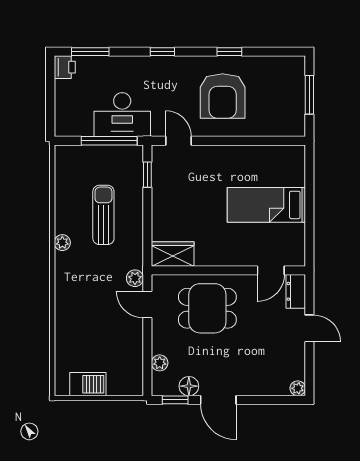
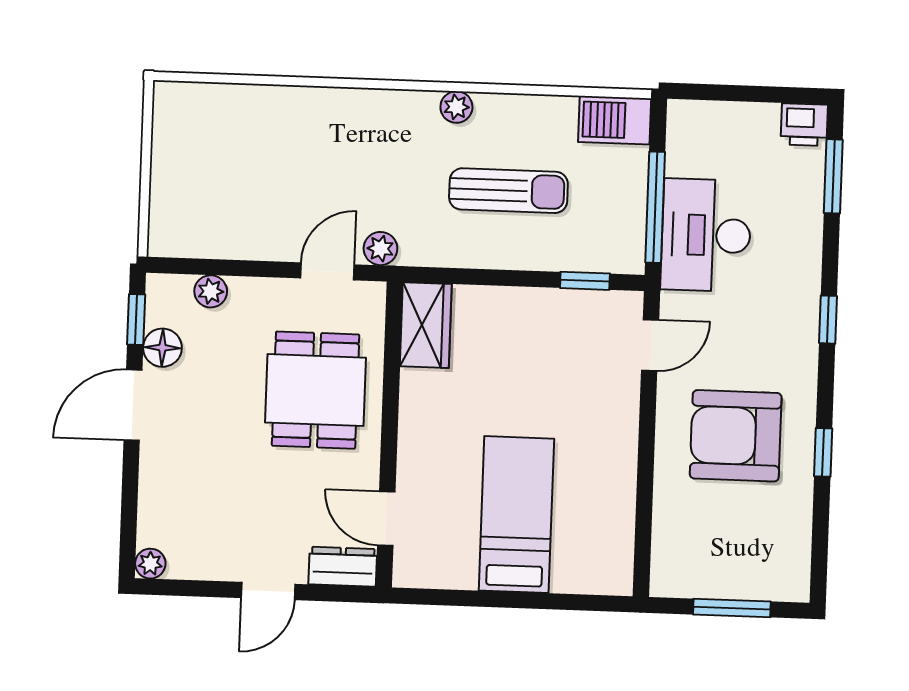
barbecue: (88, 384) -> (615, 120), moved, turned 90

